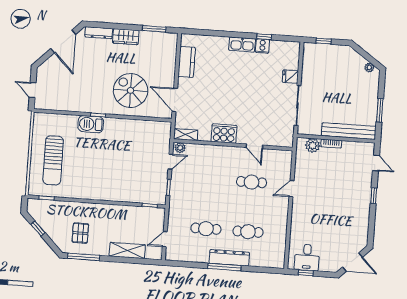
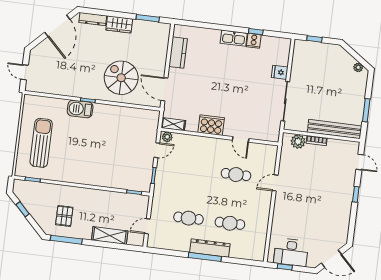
sun lounger: (53, 160) -> (41, 143), turned 180
desk: (307, 257) -> (291, 252), width x1.37

